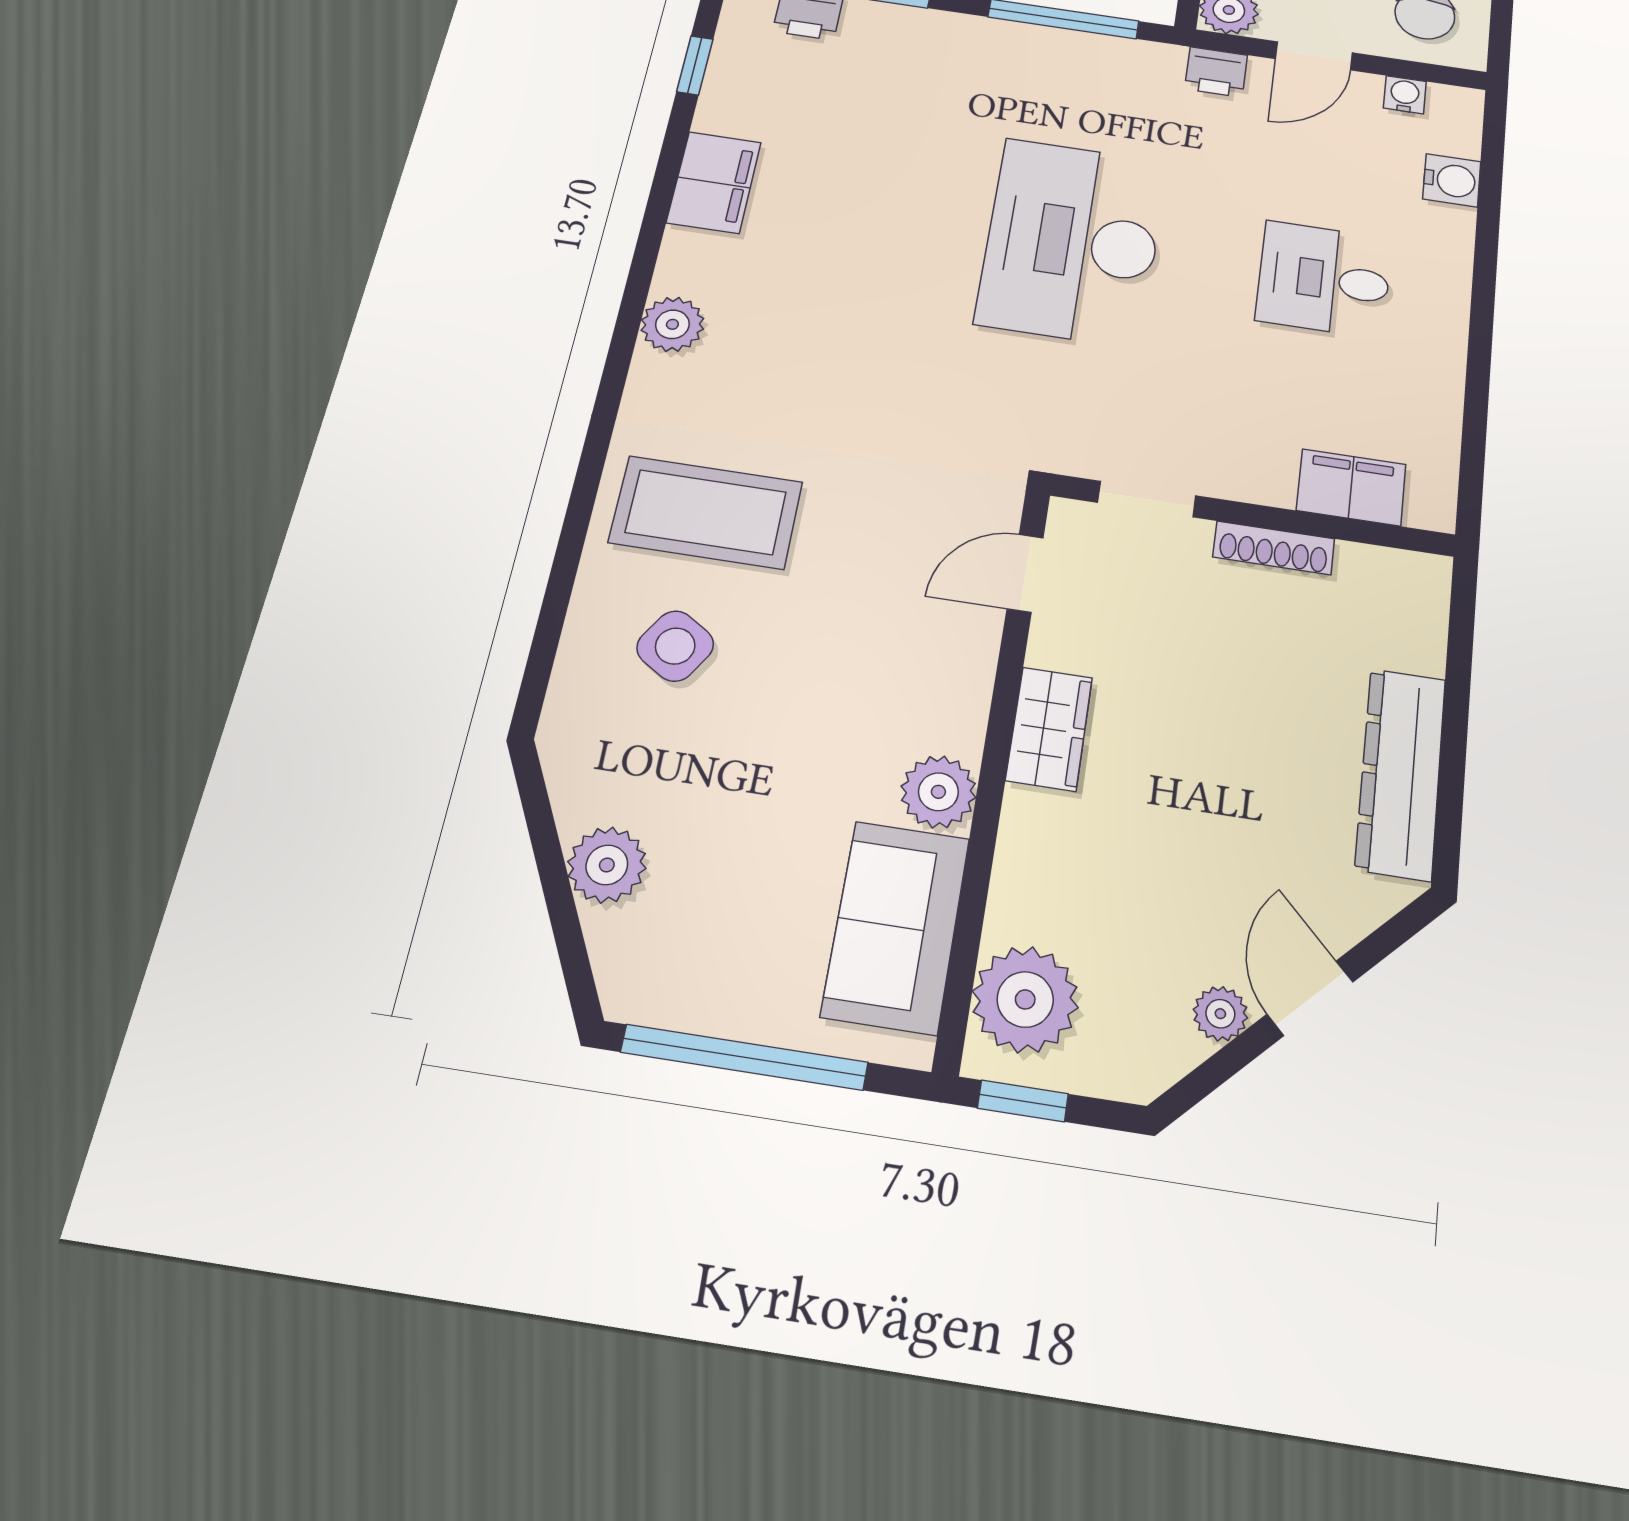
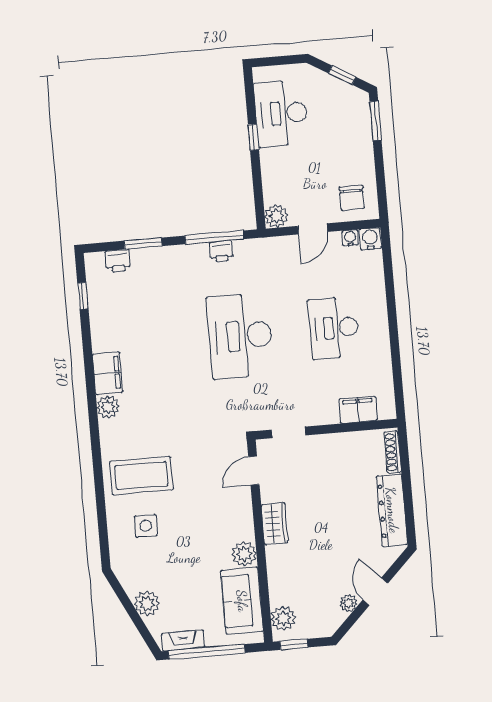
printer: (1216, 72) -> (221, 251), moved
water cooler: (1452, 180) -> (370, 239), moved, turned -90
filing cabinet: (714, 182) -> (108, 373), moved
desk: (1324, 279) -> (334, 328), width x1.37
shoe rack: (1274, 548) -> (393, 452), moved, turned 90
side table: (675, 646) -> (146, 526), turned -32
plant: (1025, 999) -> (283, 618), width x0.73, depth x0.73
fireplace: (682, 1004) -> (183, 640), added

